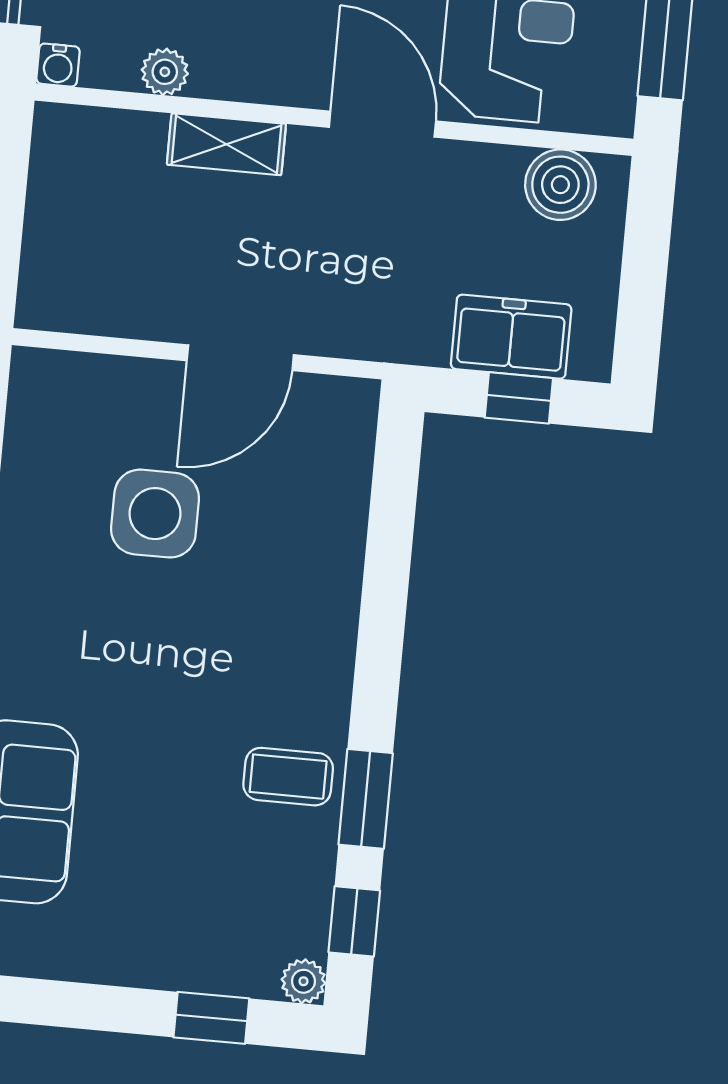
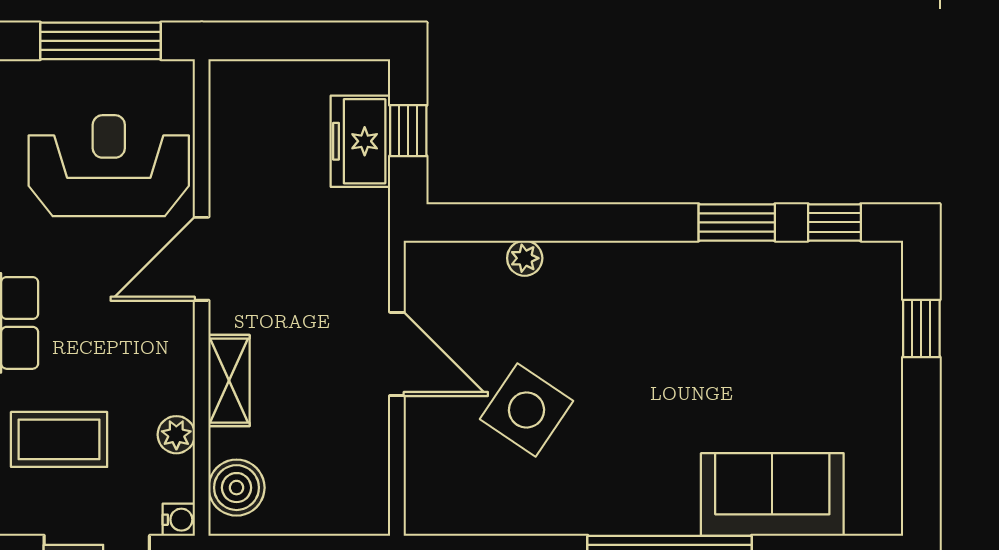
boiler: (560, 185) -> (237, 488), moved
side table: (155, 514) -> (526, 410), turned 34
coffee table: (288, 777) -> (725, 285), removed
plant: (303, 981) -> (525, 258), moved

